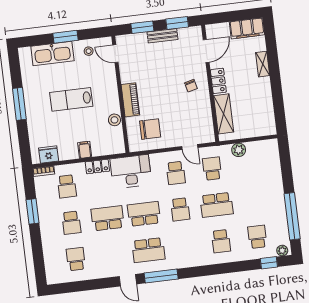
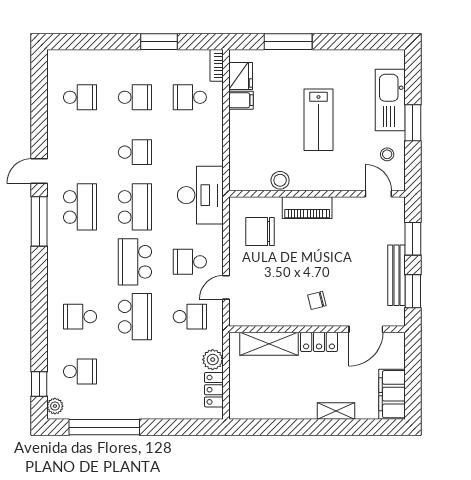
bench: (163, 36) -> (396, 275), width x1.36
door: (206, 51) -> (366, 329), hinge flipped
door: (115, 54) -> (378, 194), hinge flipped
lab bench: (71, 99) -> (318, 120), turned 180
window: (19, 104) -> (288, 42), moved
chair: (150, 129) -> (260, 232), turned 90
filing cabinet: (85, 150) -> (241, 100), moved
locker: (97, 167) -> (214, 390), moved
school desk: (217, 205) -> (135, 317), turned 180
school desk: (180, 209) -> (135, 262), width x1.85
school desk: (108, 218) -> (135, 152), width x0.54
school desk: (71, 223) -> (135, 97), turned 180
school desk: (148, 250) -> (80, 207), turned 180

